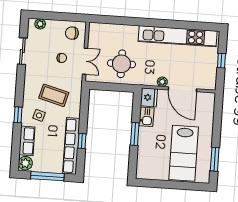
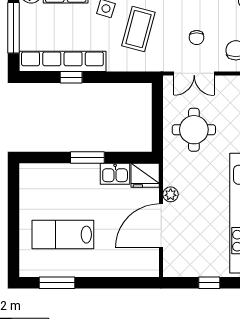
lab bench: (184, 153) -> (63, 235), width x0.73, depth x0.72

